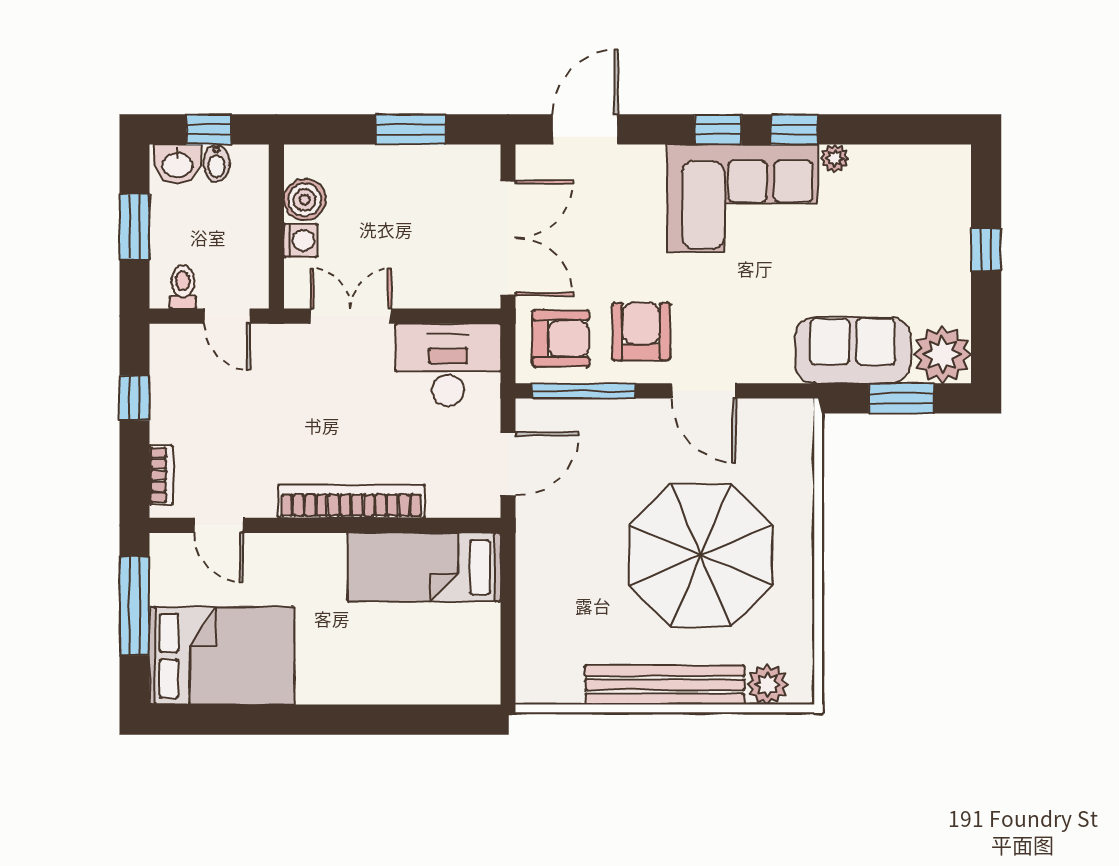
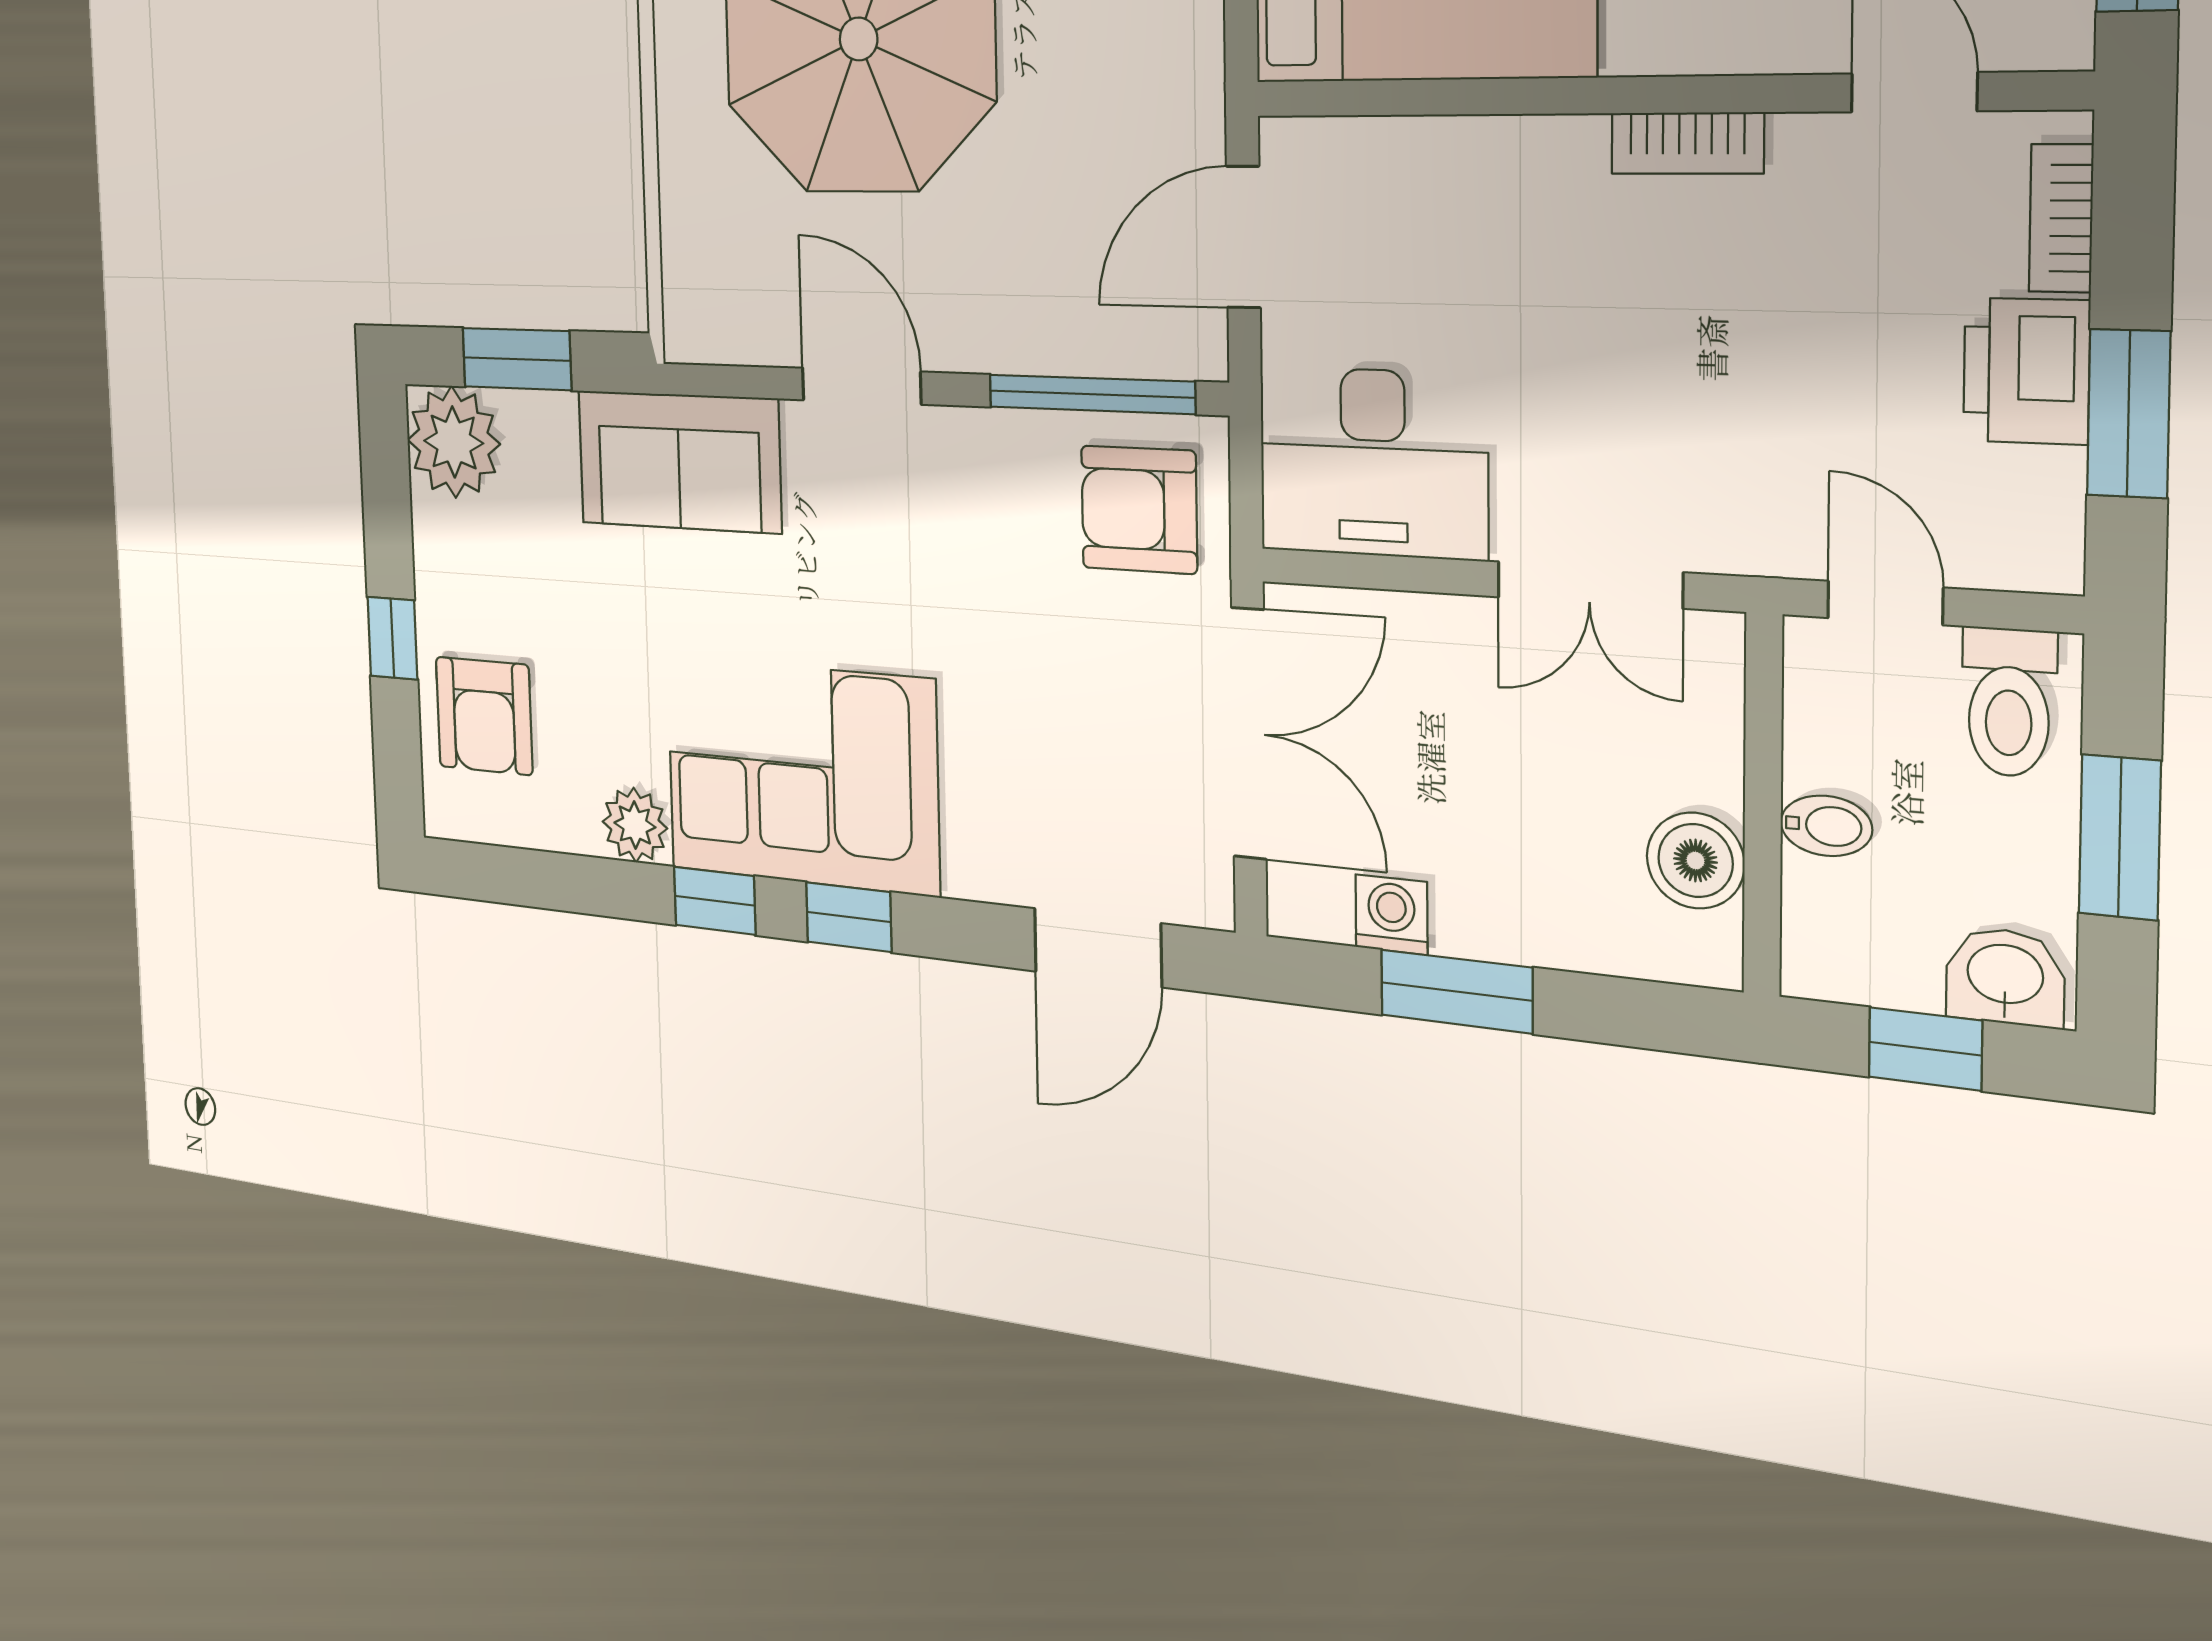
plant: (835, 158) -> (635, 825), width x1.38, depth x1.38
bidet: (217, 163) -> (1826, 826), moved, turned 90
double door: (508, 238) -> (1249, 734), swing flipped
washing machine: (301, 240) -> (1391, 915), moved, turned 90
toilet: (183, 287) -> (2009, 702), width x1.37, depth x1.39
armchair: (641, 332) -> (484, 716), moved
sofa: (853, 350) -> (679, 461), moved
window: (134, 398) -> (2129, 414), width x1.50
printer: (173, 414) -> (2026, 371), added
bookcase: (351, 501) -> (1687, 143), width x0.43, depth x0.76

